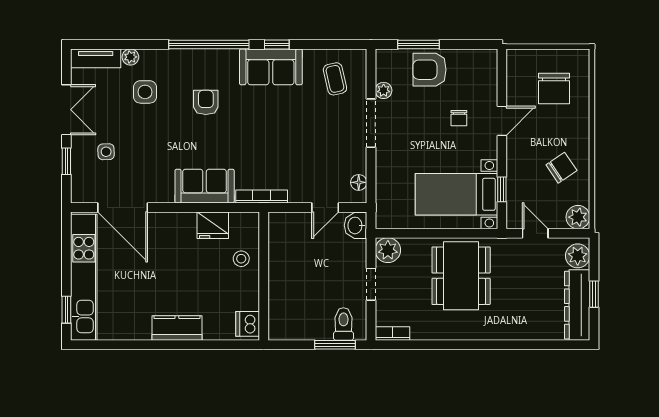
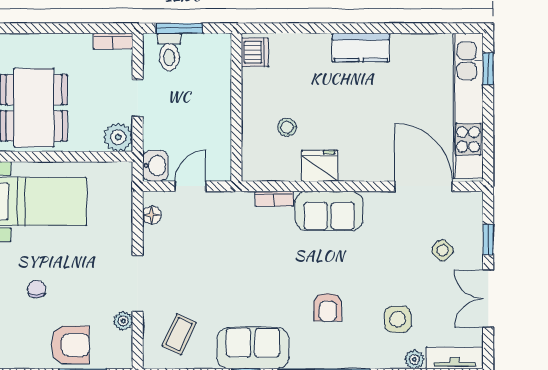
coffee table: (335, 79) -> (179, 334), turned 38
side table: (106, 152) -> (443, 250), turned 45
bookcase: (262, 197) -> (274, 199), width x0.64
wall: (264, 276) -> (236, 107), moved
dishwasher: (248, 324) -> (255, 52), moved

